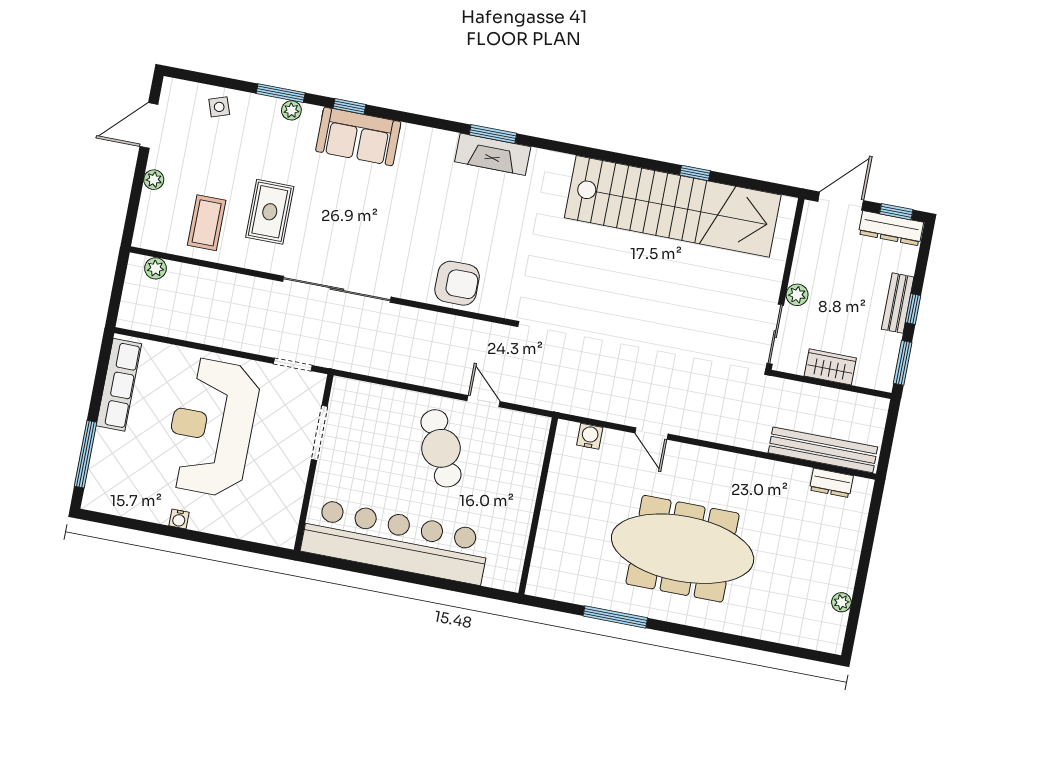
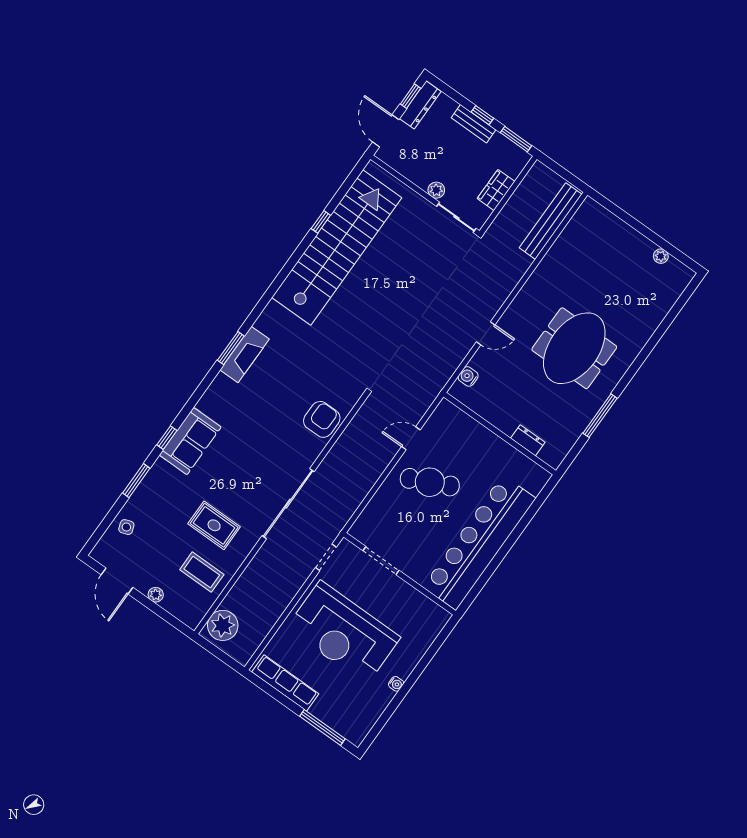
plant: (291, 110) -> (151, 479), removed
plant: (156, 268) -> (223, 625), width x1.87, depth x1.87
dresser: (831, 483) -> (528, 440), moved, turned -90
meeting table: (683, 549) -> (574, 348), width x0.73

